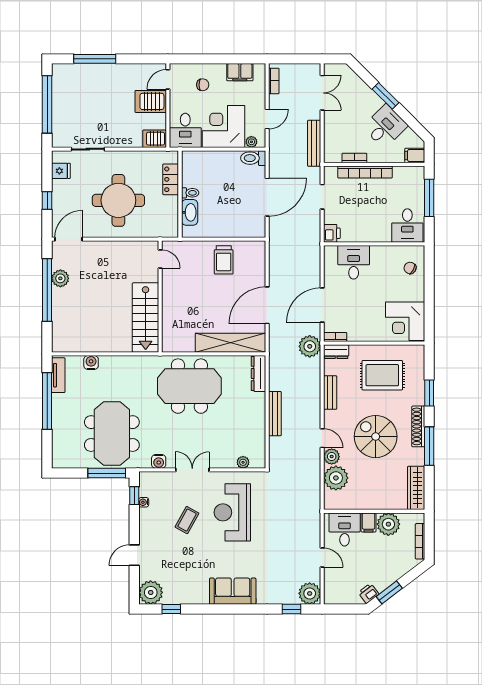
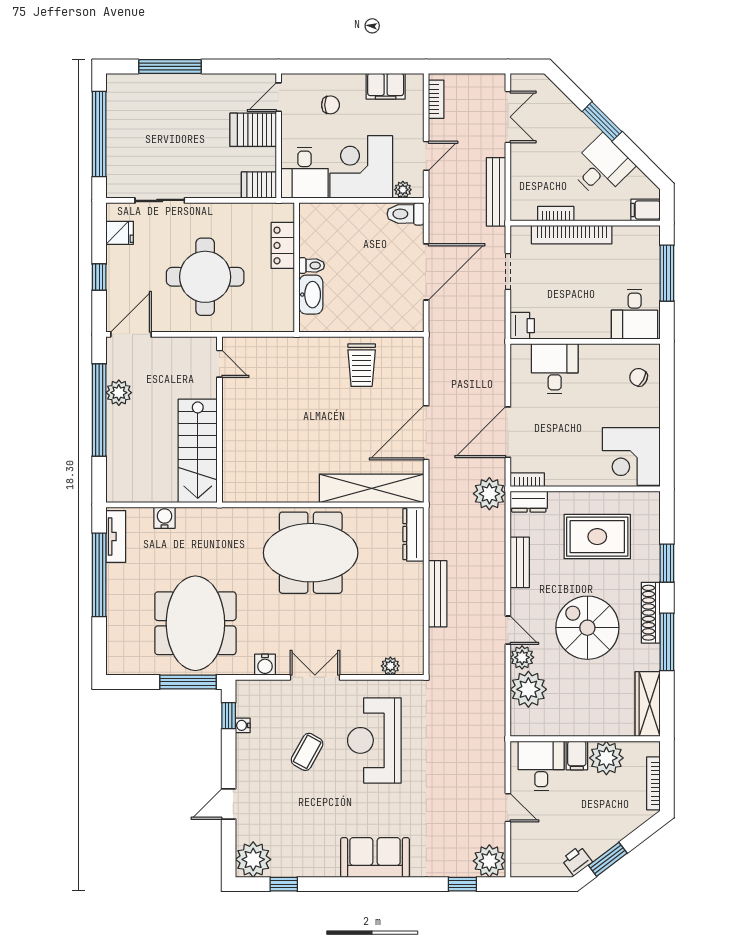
door: (160, 259) -> (219, 364), moved
wall: (160, 297) -> (219, 420), moved
stairs: (146, 318) -> (198, 451), moved

